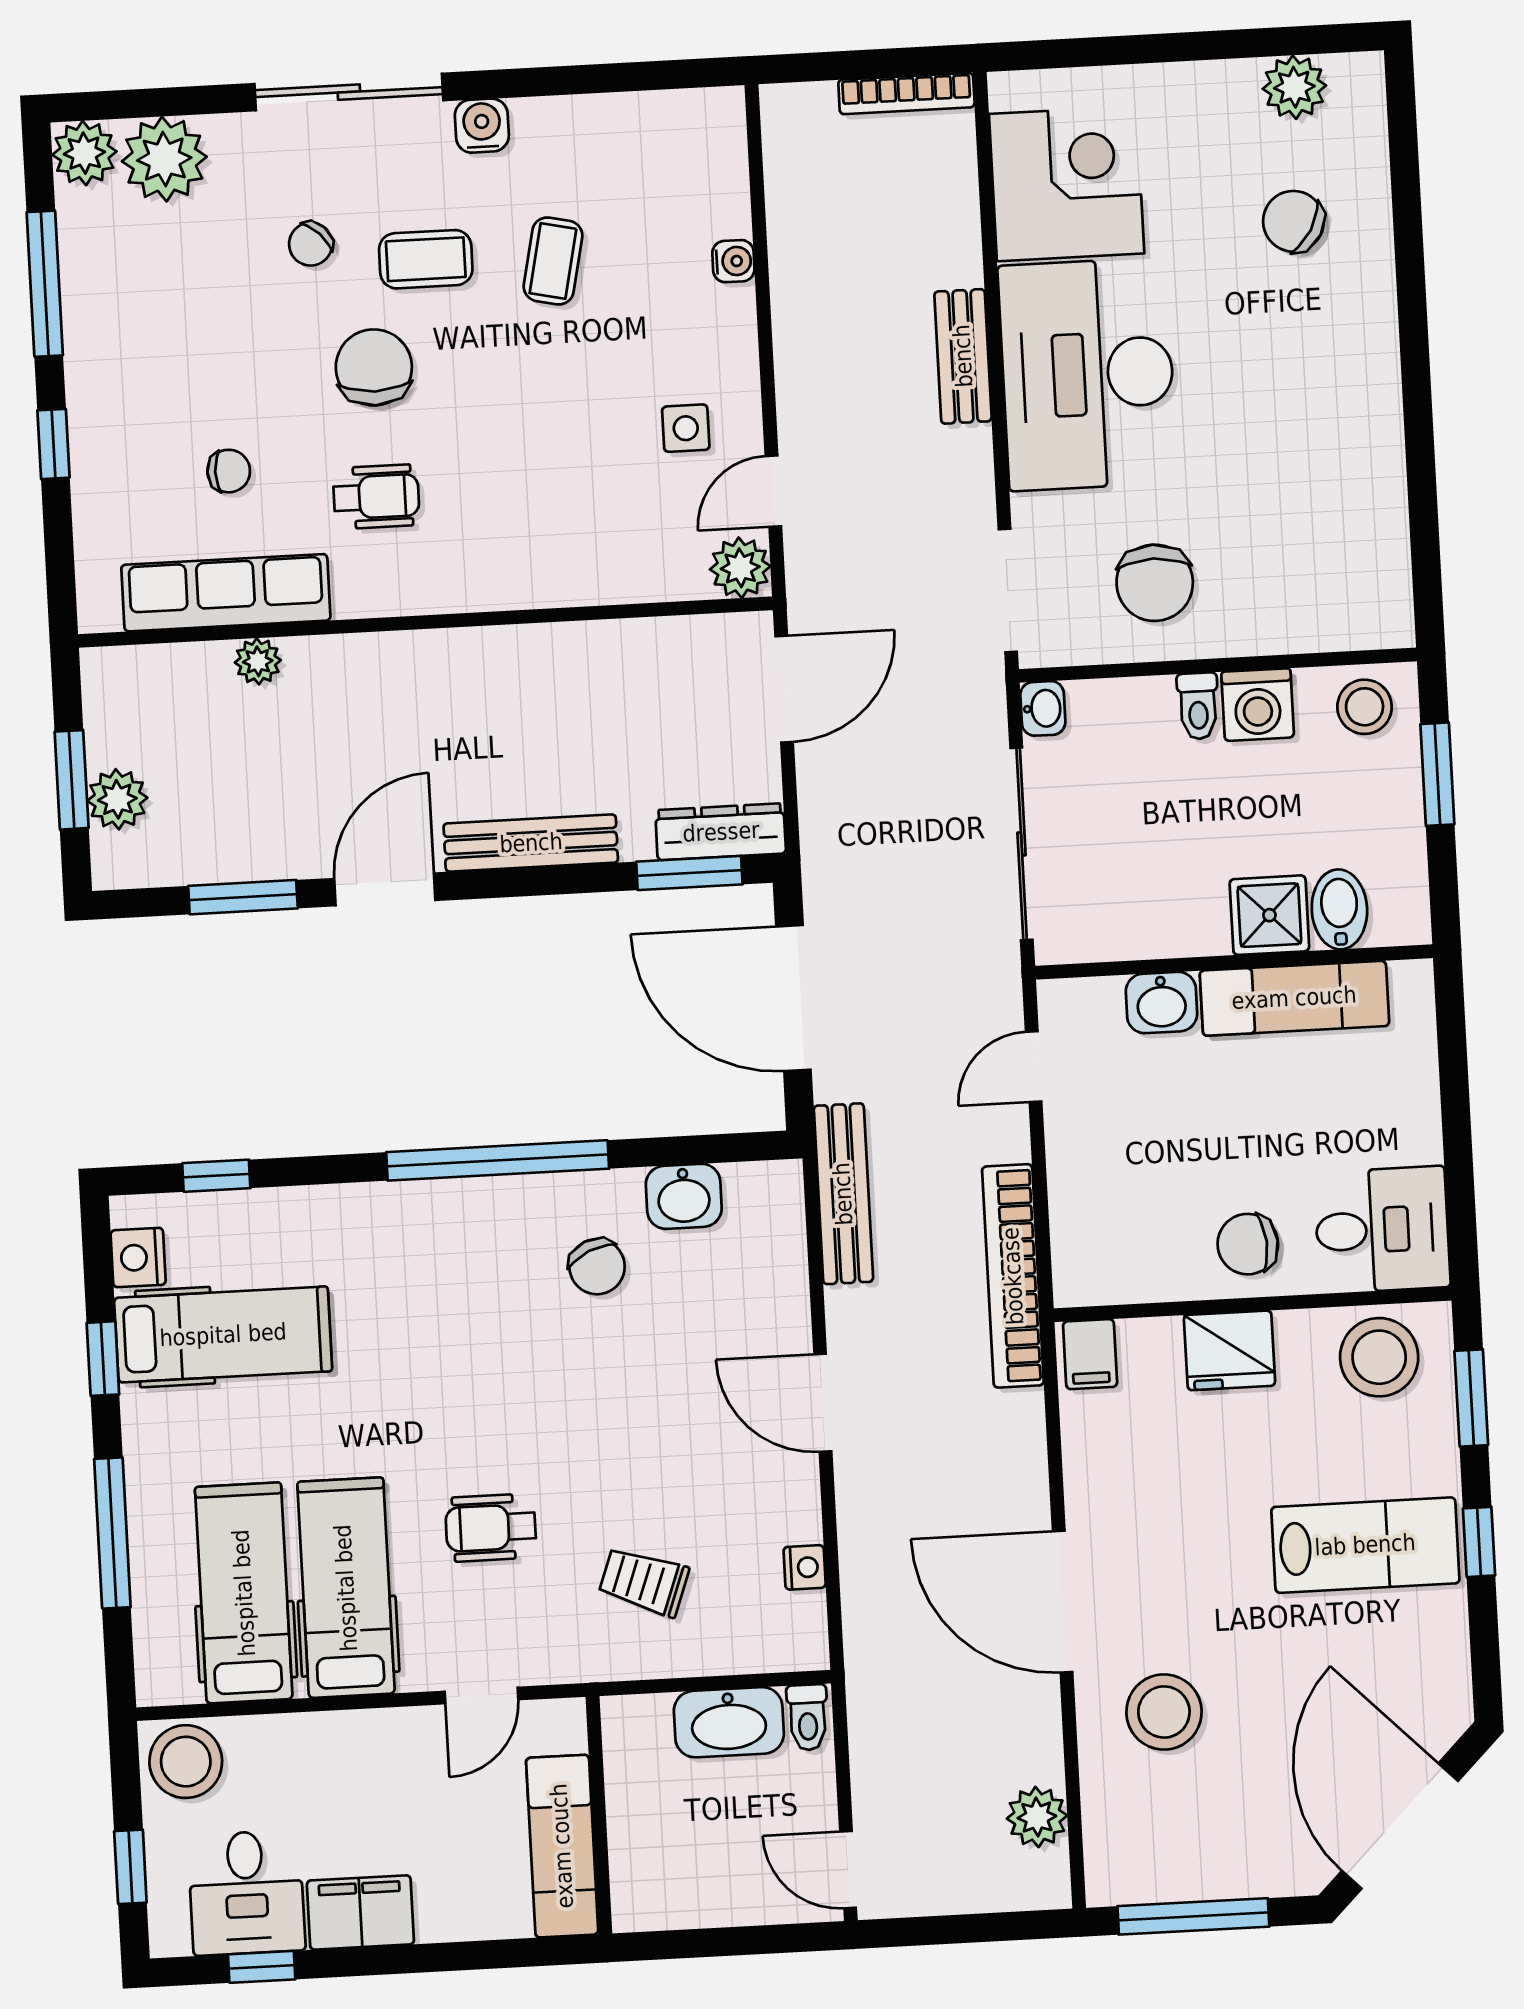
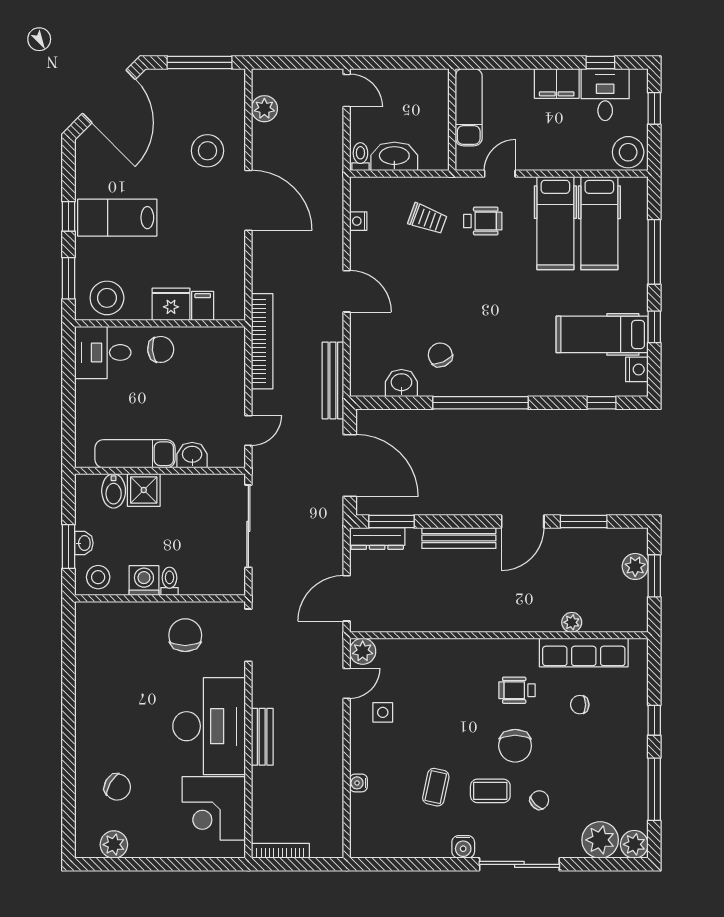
washbasin: (1043, 708) -> (84, 543), moved, turned 180
filing cabinet: (1090, 1354) -> (203, 306), moved
wheelchair: (491, 1528) -> (483, 221), moved

